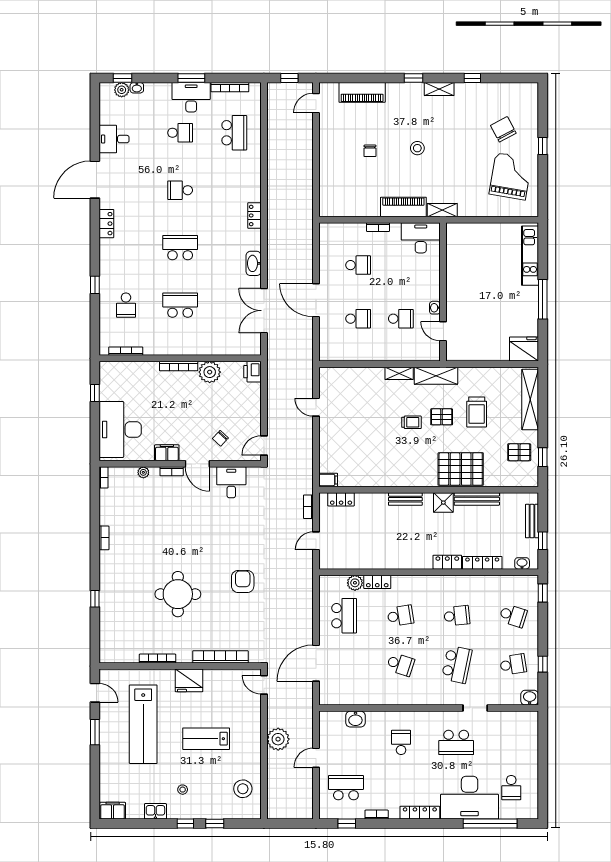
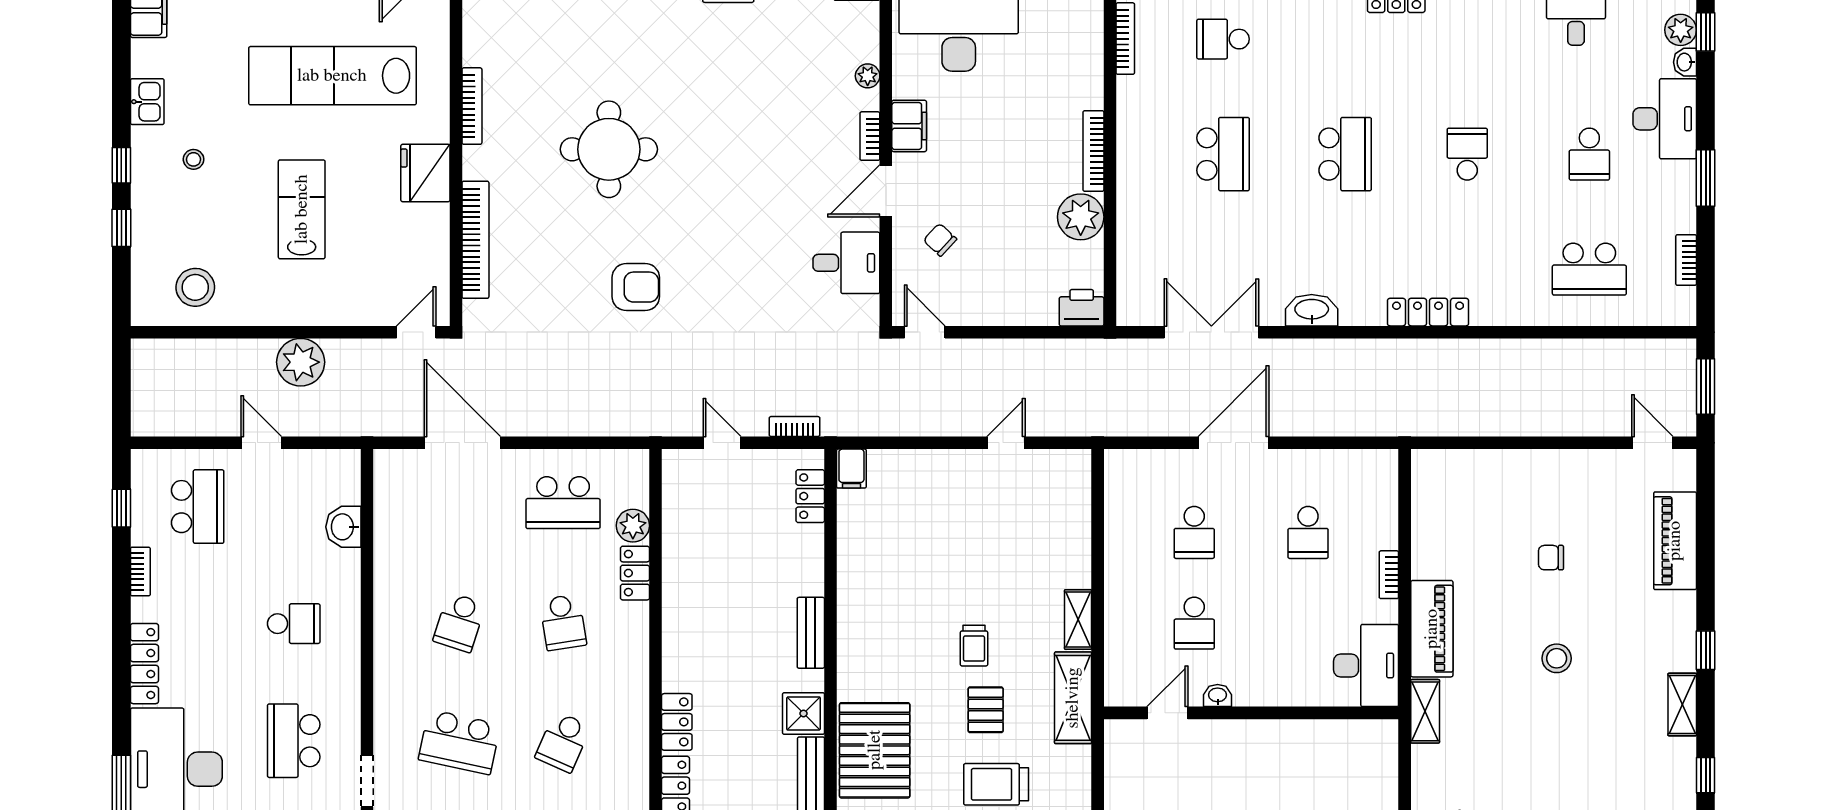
window: (289, 78) -> (1706, 386), width x1.50
bookcase: (230, 87) -> (1686, 260), width x0.64
desk: (191, 97) -> (1665, 119), moved
locker: (254, 215) -> (1428, 312), width x1.53
school desk: (457, 616) -> (563, 742), turned 30

